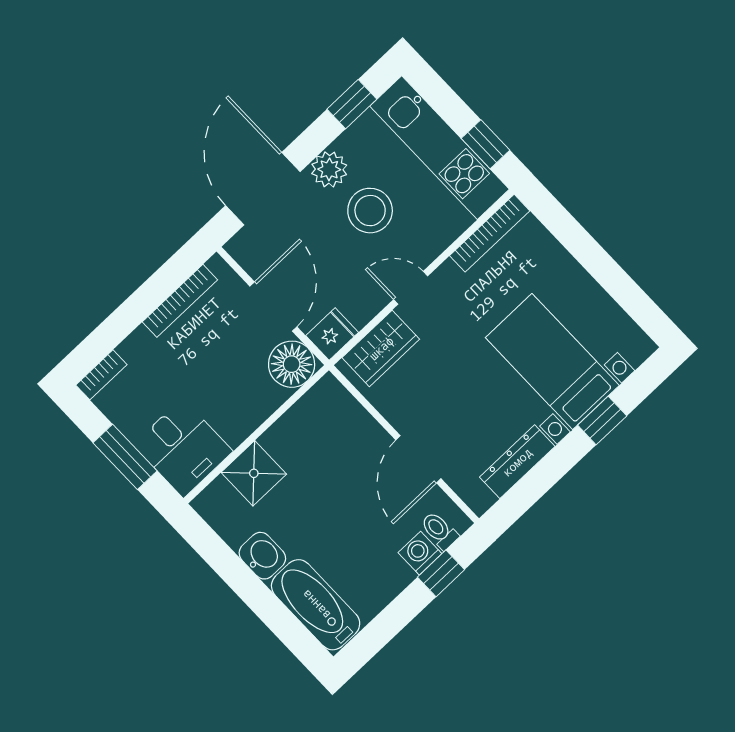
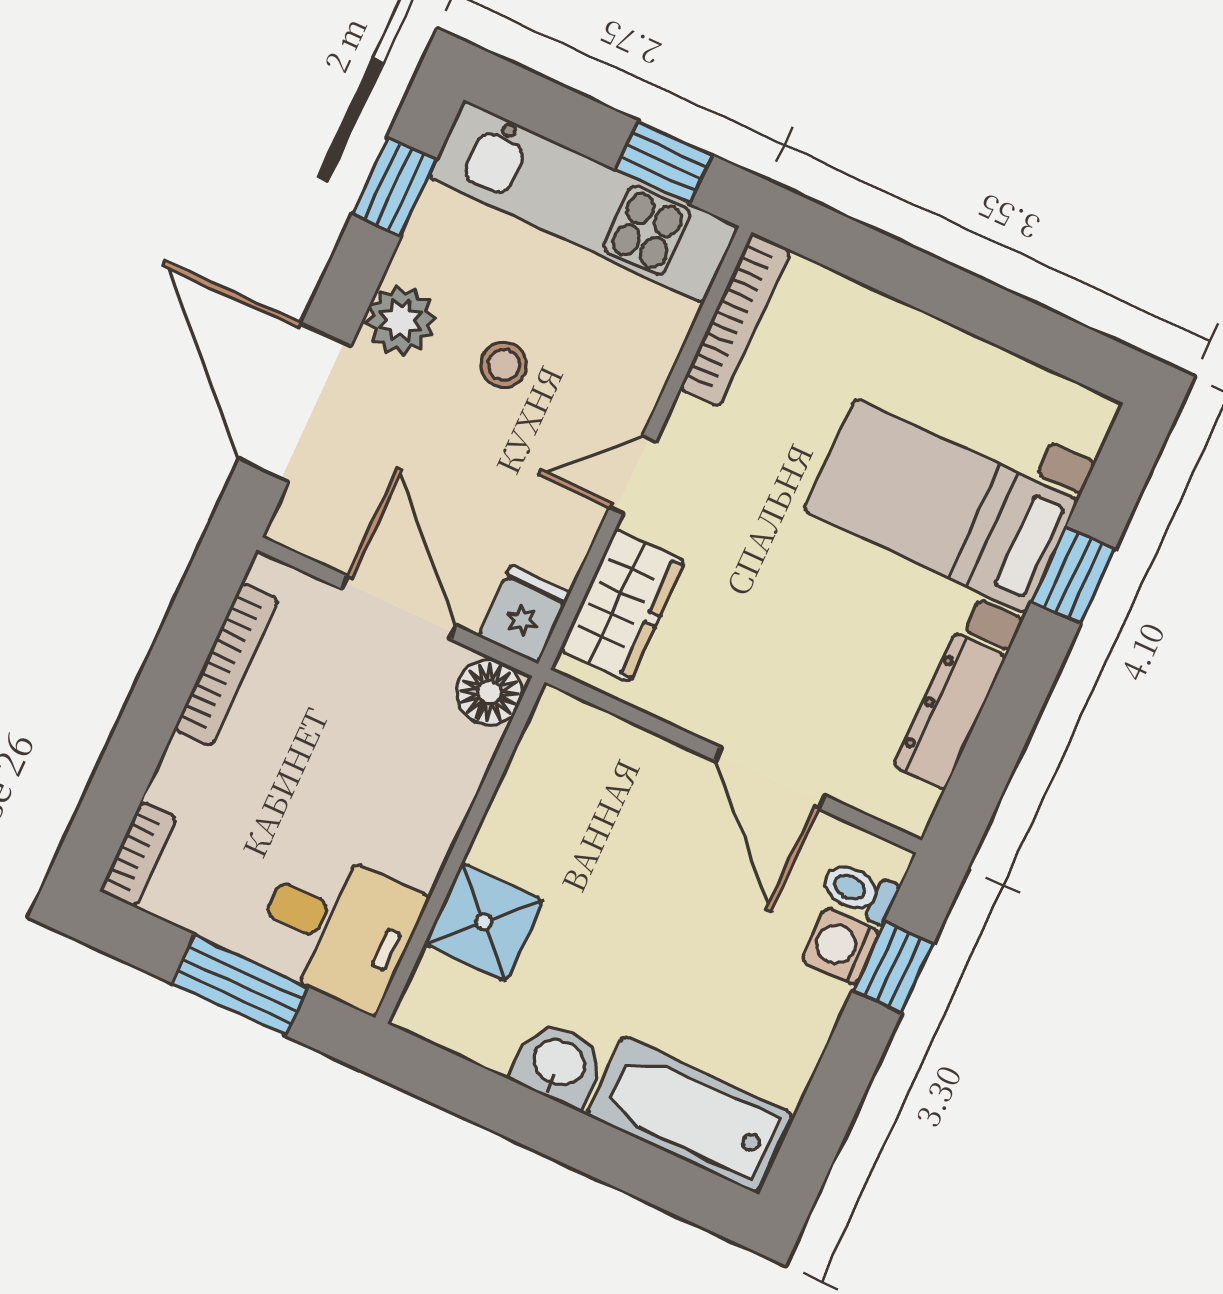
stool: (370, 211) -> (504, 365), width x0.53, depth x0.53
floor lamp: (292, 364) -> (489, 692), width x0.73, depth x0.73

